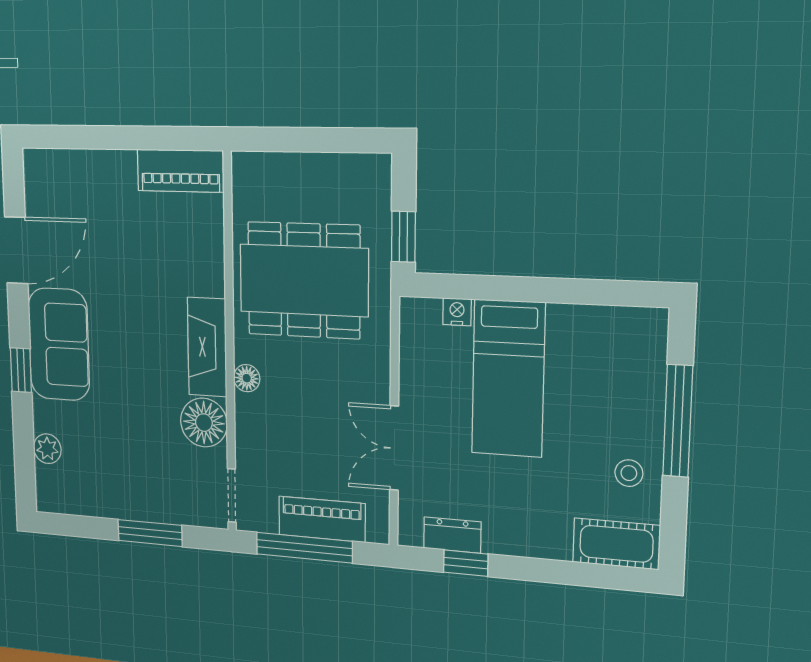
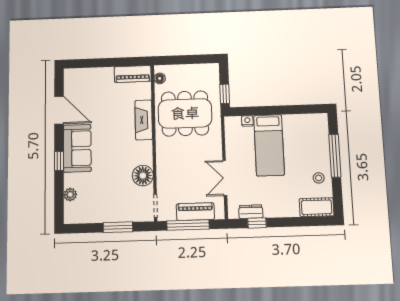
door: (16, 250) -> (59, 110), hinge flipped
fireplace: (207, 347) -> (144, 120), moved
floor lamp: (247, 378) -> (160, 78), moved

